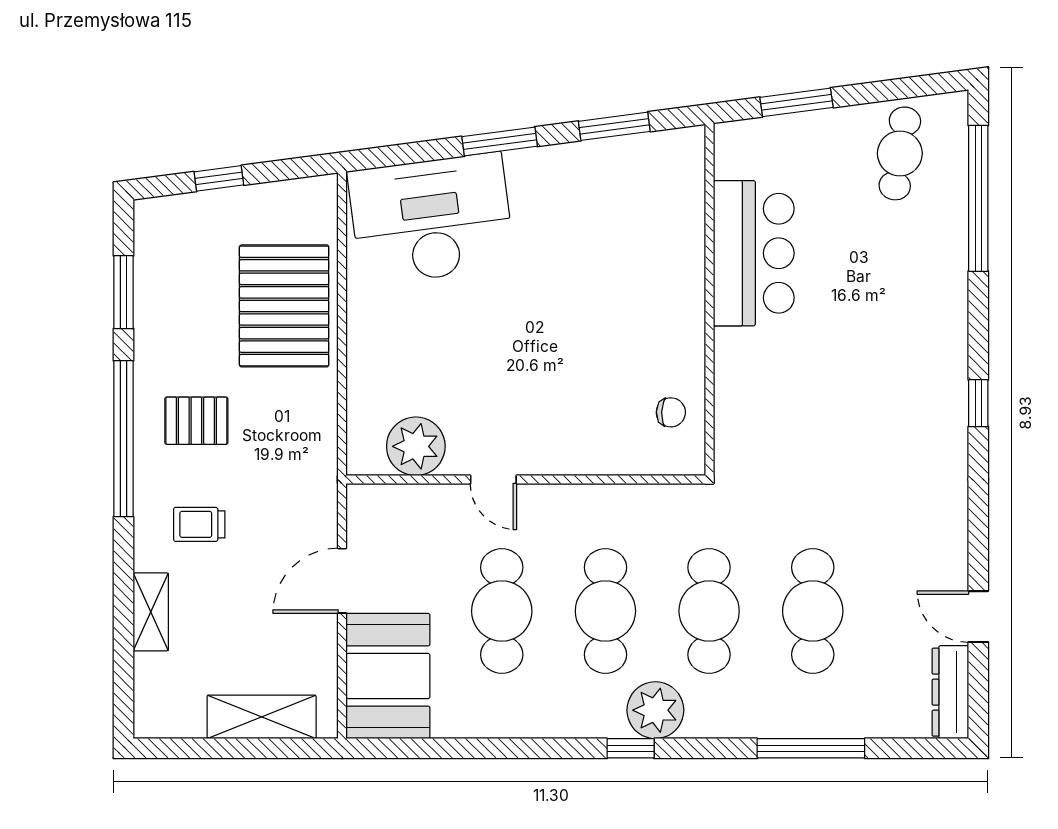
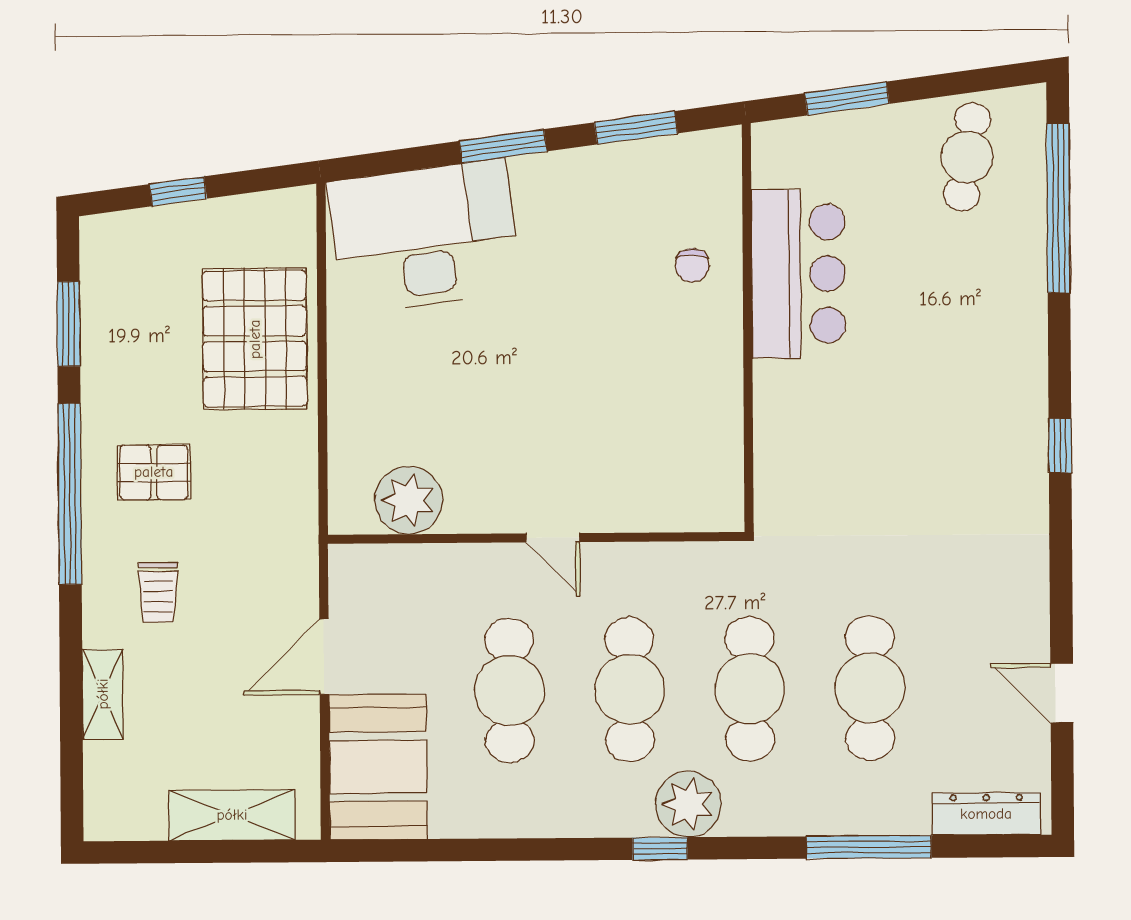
chair: (671, 412) -> (692, 265), moved, turned 88
door: (493, 480) -> (553, 538), moved
trolley: (199, 524) -> (158, 592), turned -90
dresser: (950, 692) -> (986, 814), moved, turned 90

